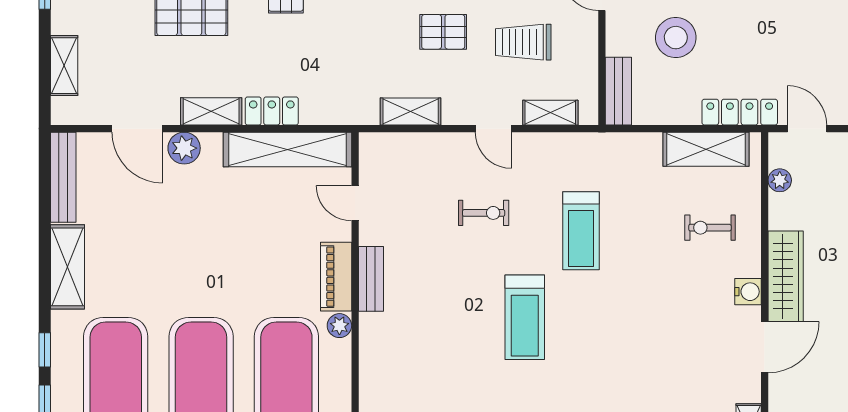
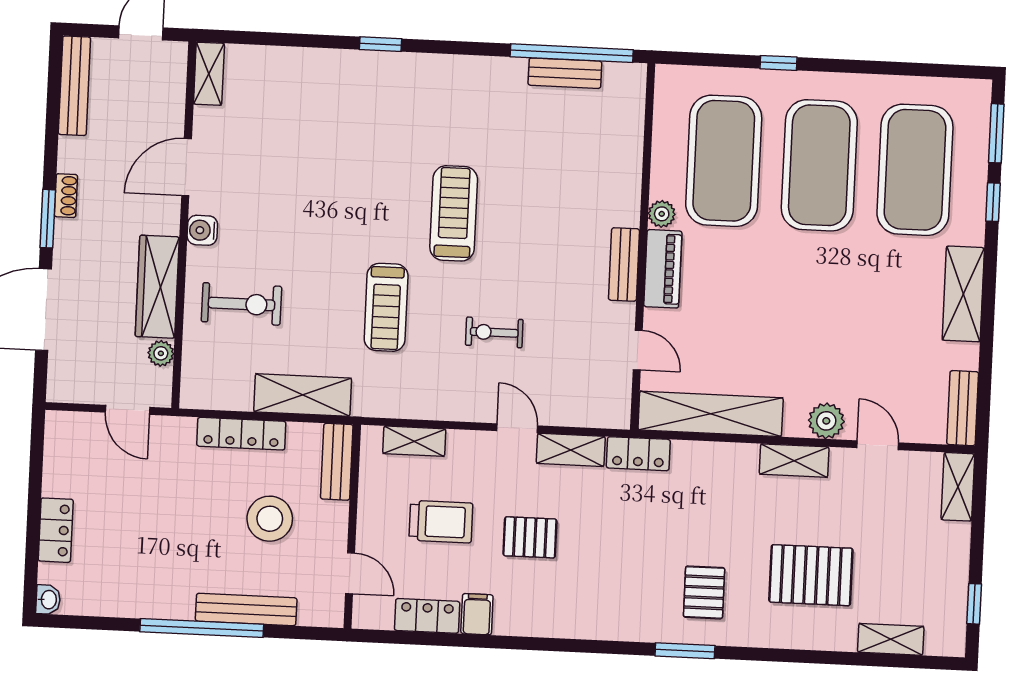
shelving: (64, 66) -> (958, 487), moved
locker: (272, 111) -> (638, 454), moved
locker: (740, 112) -> (241, 434), moved
door: (137, 129) -> (878, 445), width x0.73
door: (493, 129) -> (517, 428), moved
shelving: (706, 149) -> (303, 395), moved
bench: (63, 177) -> (963, 408), width x0.73
exercise bike: (710, 228) -> (241, 304), width x1.38, depth x1.39
treadmill: (581, 231) -> (386, 307), turned 180
wardrobe: (786, 276) -> (157, 287), moved

